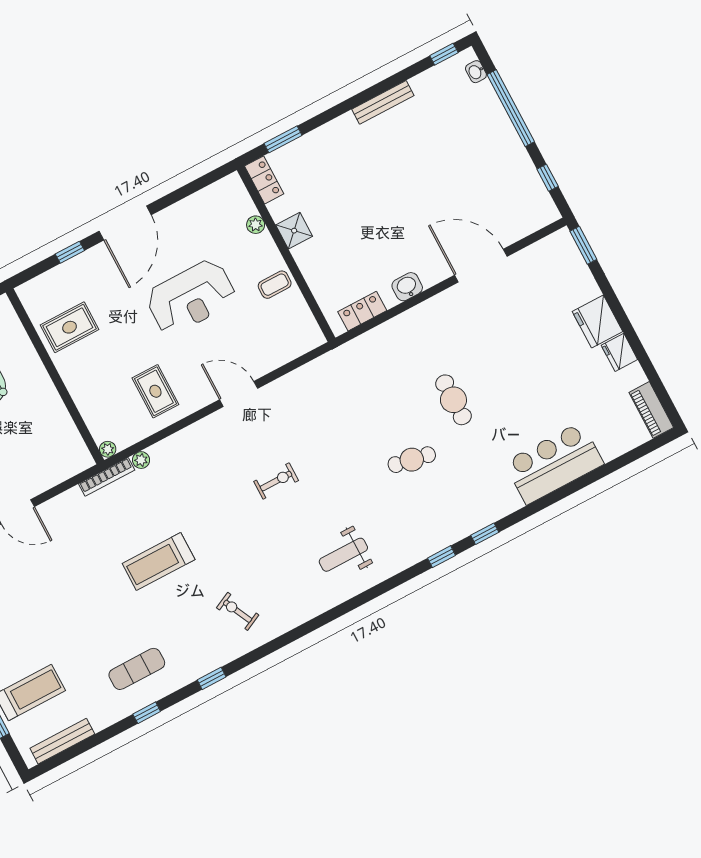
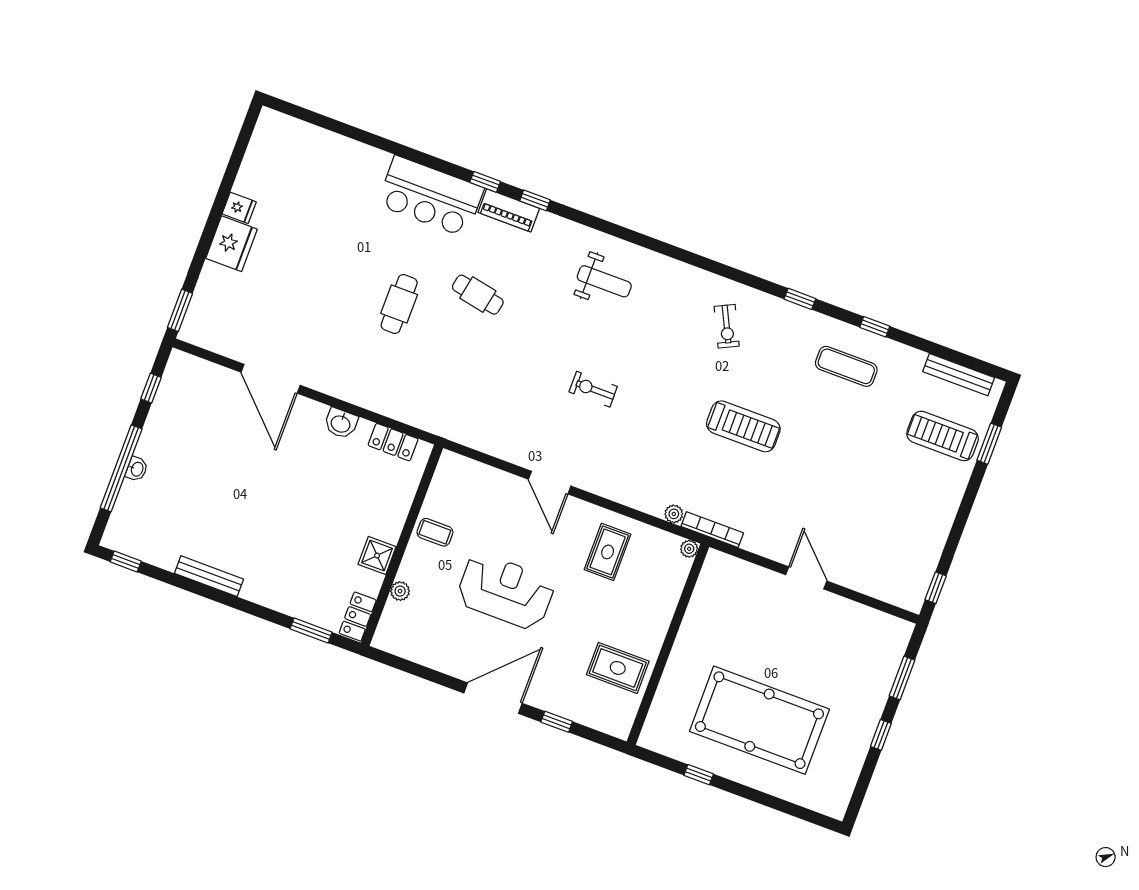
washbasin: (476, 72) -> (137, 469), moved
fridge: (619, 352) -> (239, 208), width x0.72
piano: (651, 410) -> (509, 210), moved, turned 90
bar counter: (554, 463) -> (430, 196), moved

